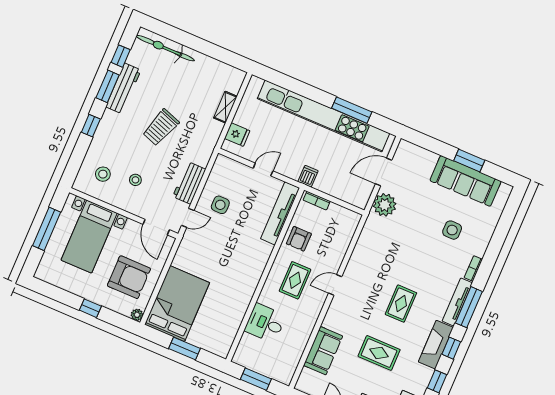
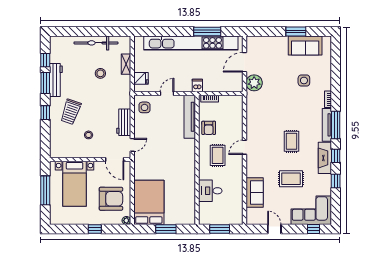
bicycle: (165, 48) -> (96, 43), moved
trolley: (161, 127) -> (71, 112), moved
stool: (103, 174) -> (100, 73), moved
sofa: (466, 181) -> (305, 45), width x0.73
side table: (220, 205) -> (144, 107), moved

